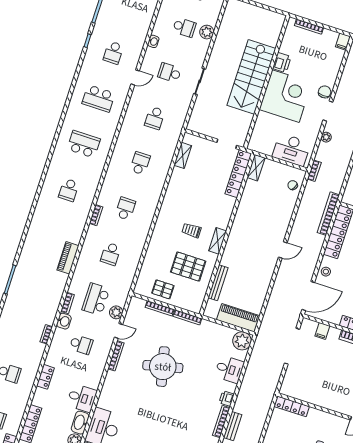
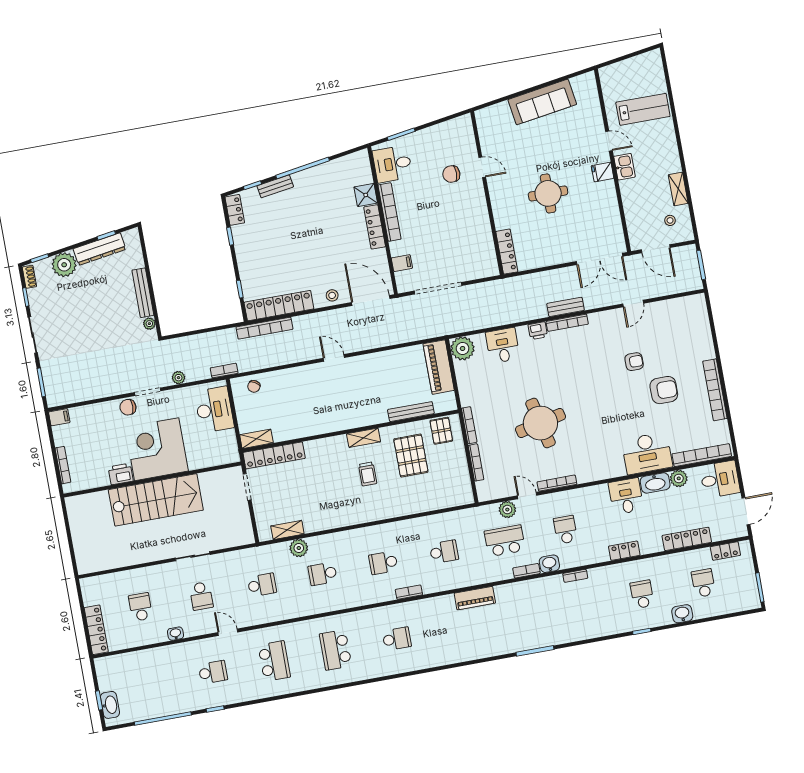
plant: (207, 32) -> (299, 548), moved
pallet: (163, 289) -> (441, 431), moved
school desk: (96, 299) -> (505, 541), turned 180

